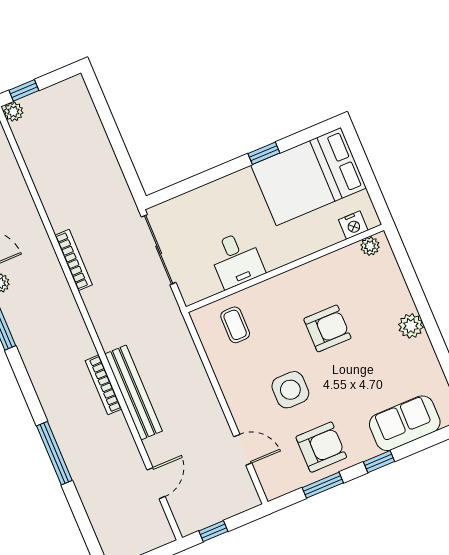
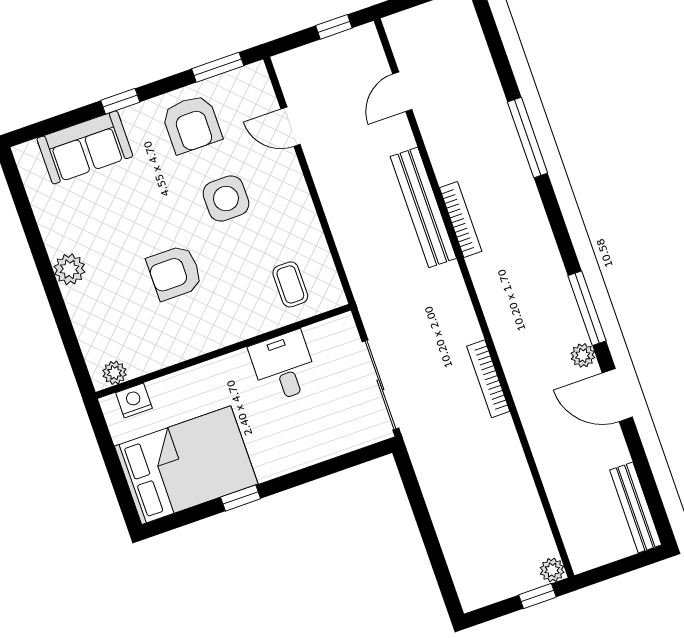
armchair: (321, 447) -> (192, 124), turned -90
window: (323, 485) -> (218, 67), moved

